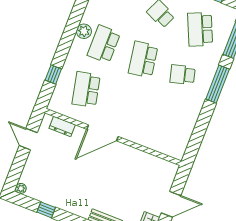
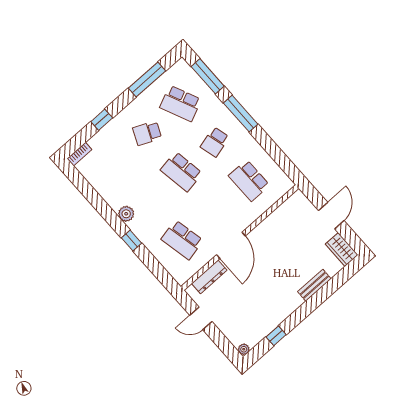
school desk: (104, 44) -> (249, 181), moved
window: (53, 74) -> (132, 240), moved
dresser: (62, 126) -> (209, 277), width x1.44

